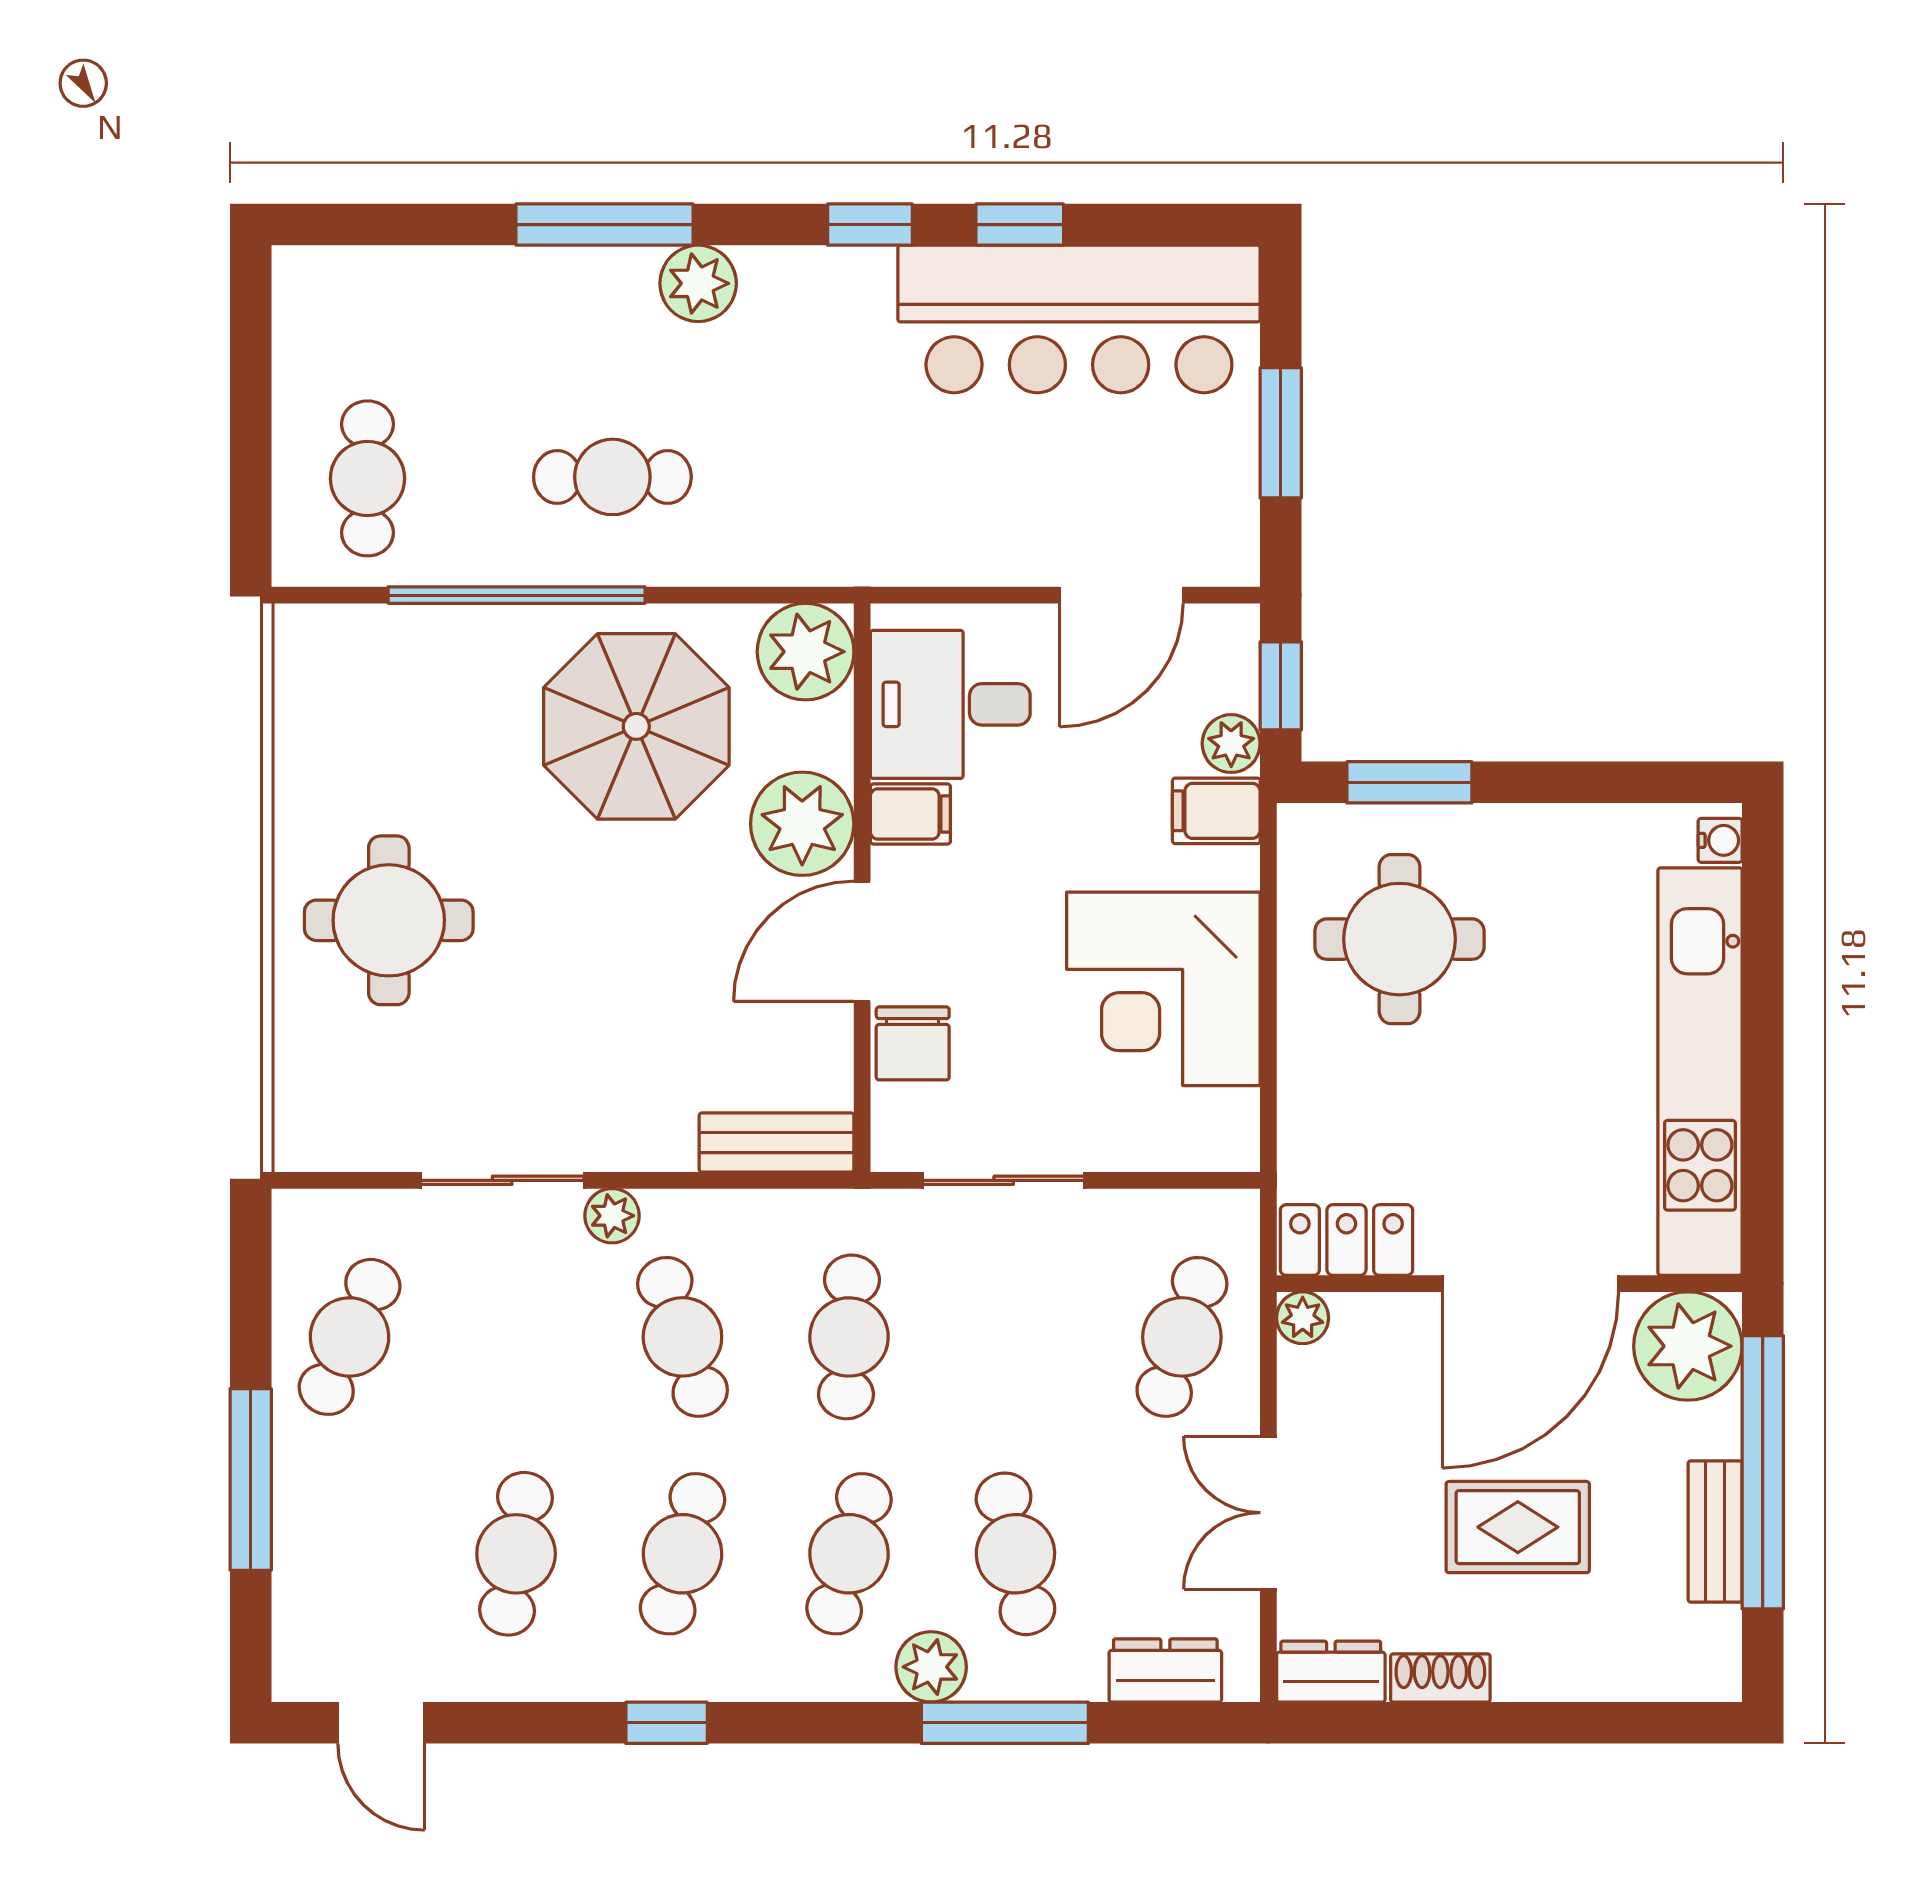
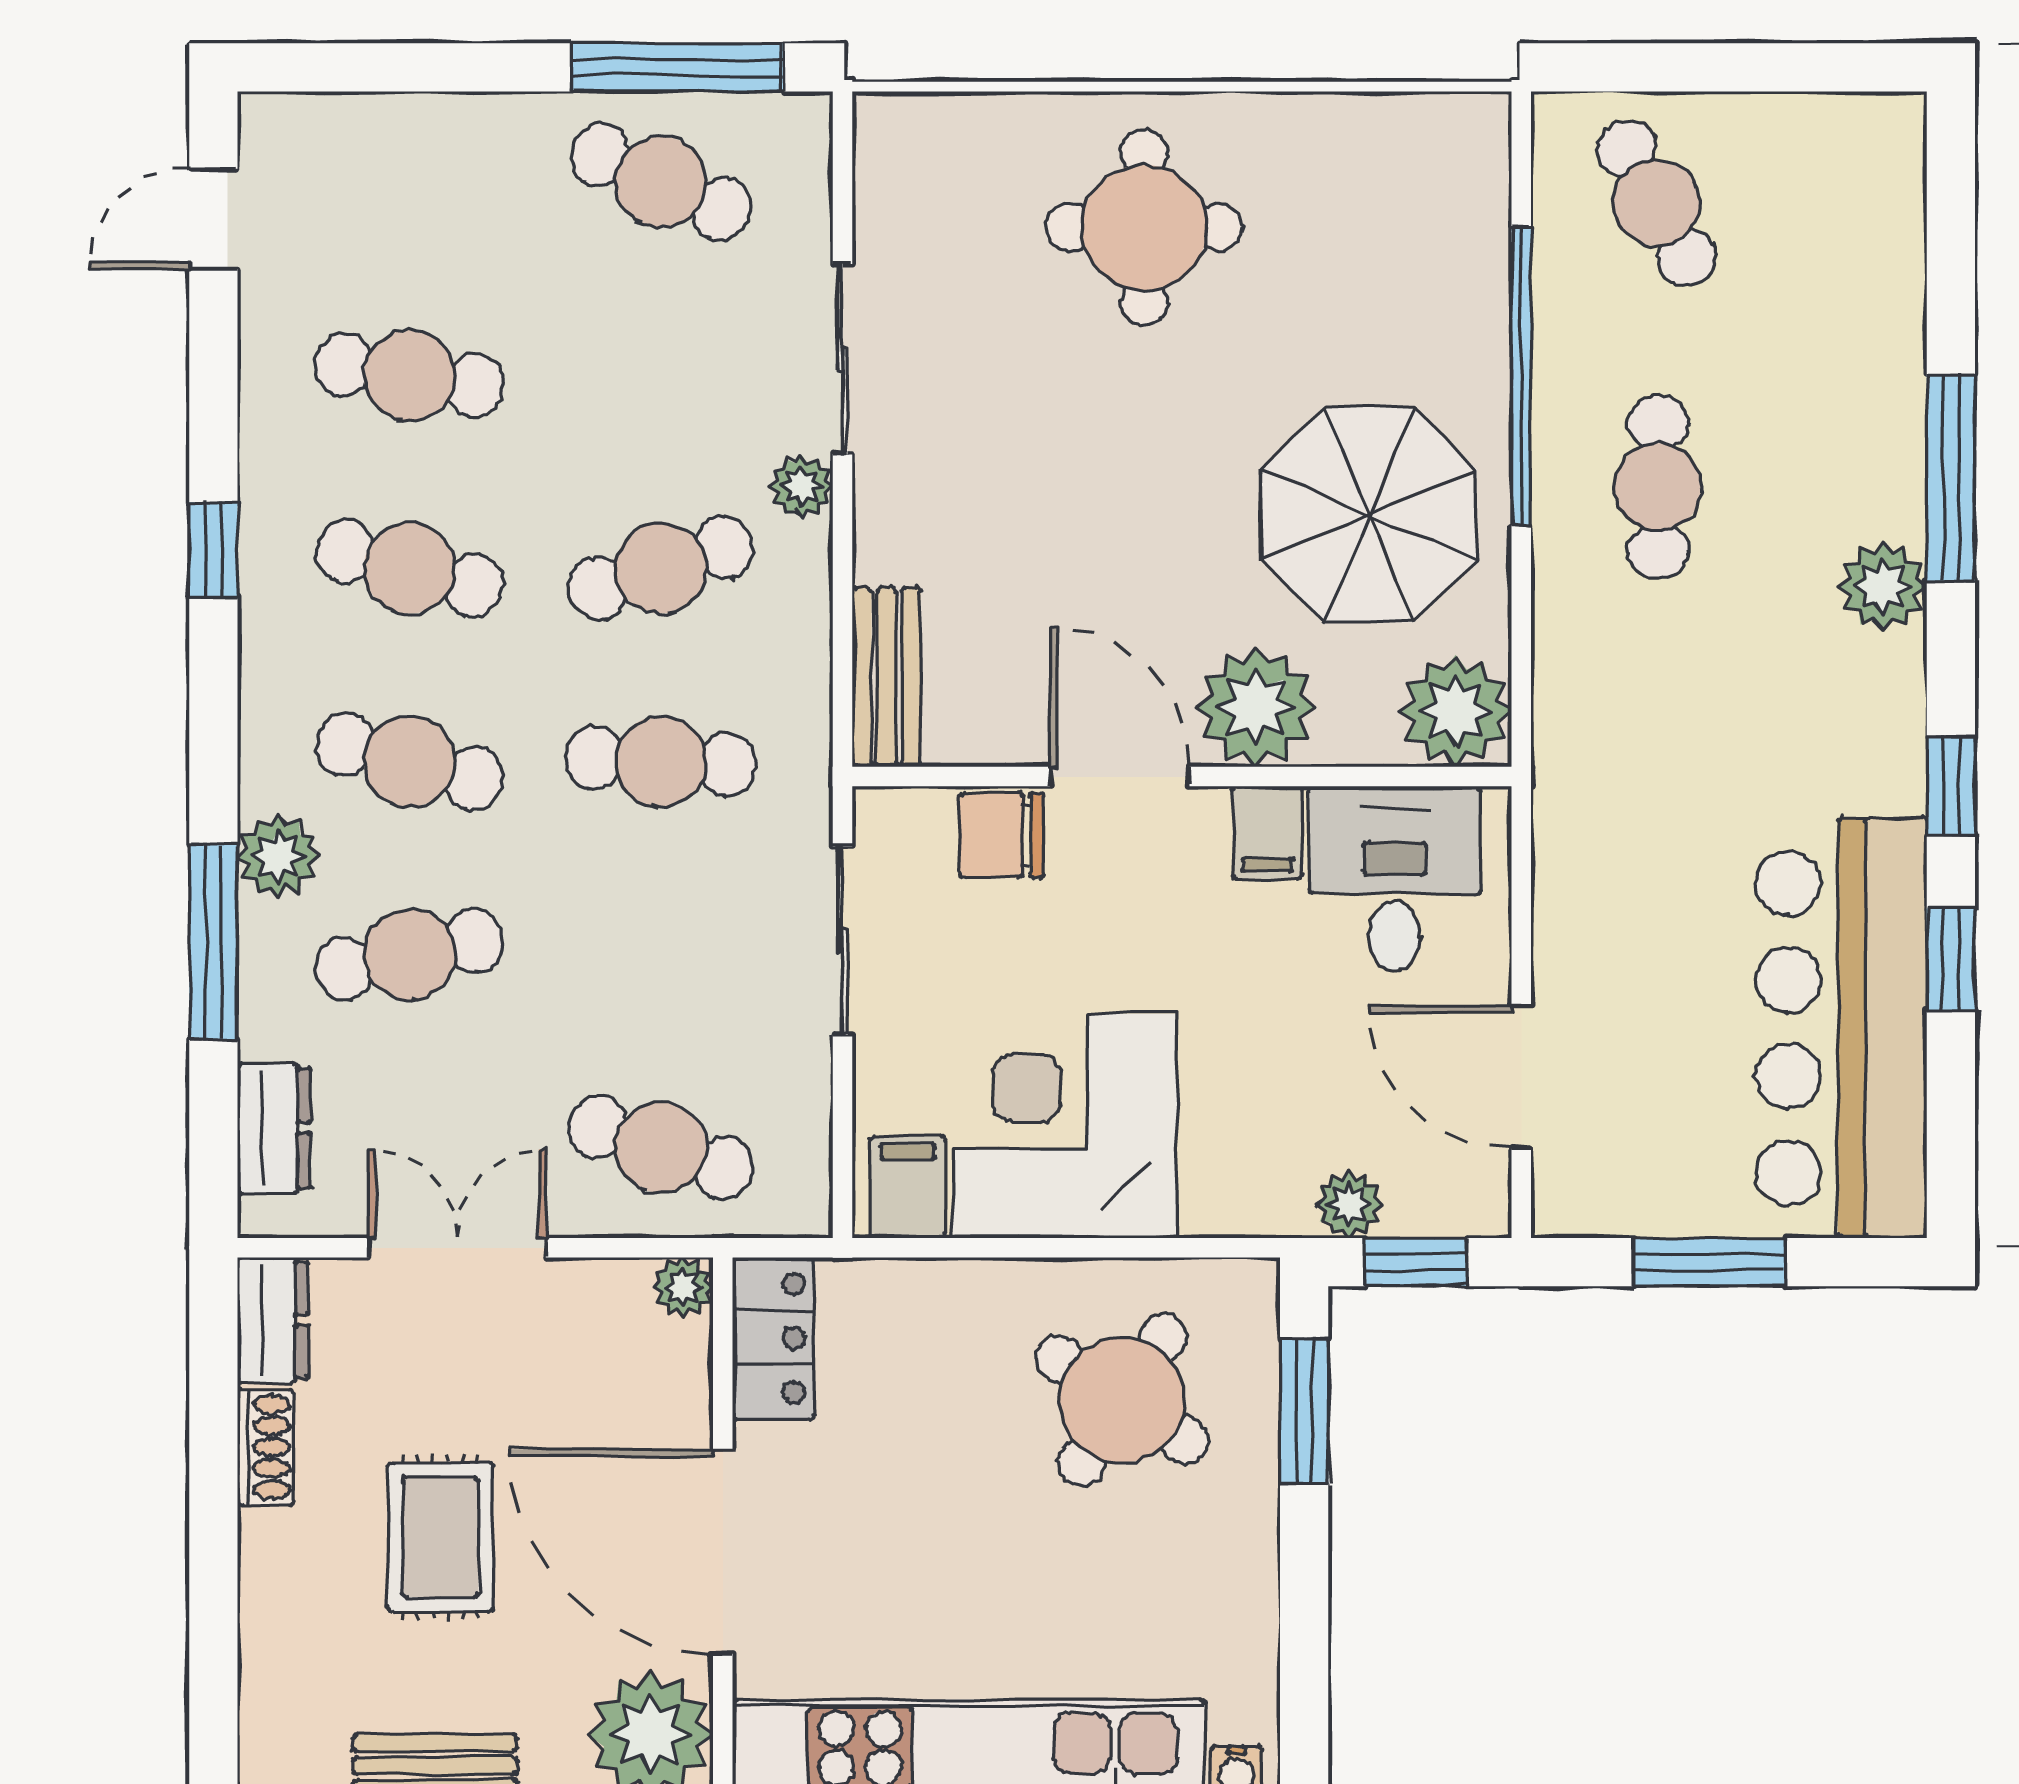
cafe table: (367, 478) -> (1657, 203), turned 61
filing cabinet: (1216, 811) -> (908, 1187), moved
round table: (1399, 939) -> (1122, 1400), turned 33
window: (251, 1479) -> (677, 67), moved

